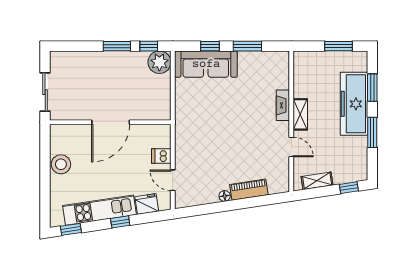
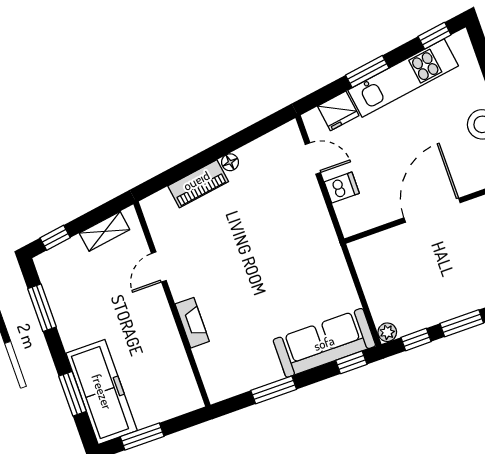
window: (210, 46) -> (351, 362), moved
plant: (159, 62) -> (387, 332), width x0.53, depth x0.53
freezer: (354, 104) -> (102, 392), moved
shelving: (300, 114) -> (163, 319), removed
window: (372, 132) -> (42, 308), moved
door: (291, 147) -> (159, 267), hinge flipped
window: (120, 222) -> (367, 71), width x1.50

